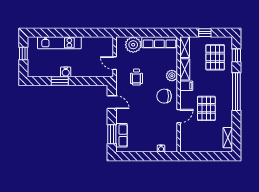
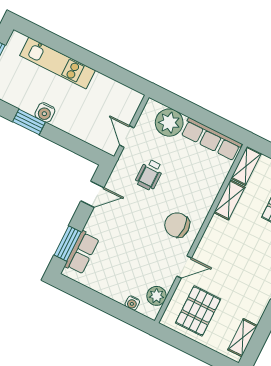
plant: (172, 76) -> (157, 296), moved
filing cabinet: (186, 86) -> (219, 226), removed
door: (112, 102) -> (92, 194), hinge flipped
pallet: (206, 108) -> (198, 311), moved

